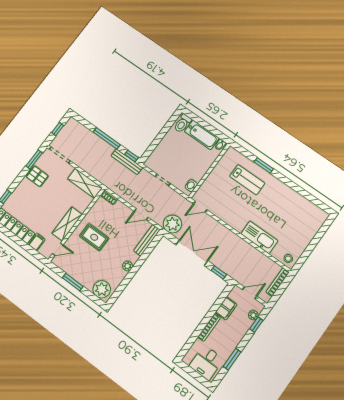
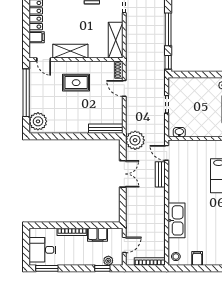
bench: (127, 162) -> (160, 174), moved, width x0.73
door: (141, 214) -> (124, 88), moved
rug: (94, 237) -> (76, 83), turned 90
filing cabinet: (302, 243) -> (197, 258), added
double door: (192, 253) -> (123, 174), width x0.73
plant: (128, 266) -> (73, 129), removed
window: (219, 272) -> (123, 208), removed
window: (73, 282) -> (26, 93), width x2.11
door: (250, 293) -> (124, 245), hinge flipped
window: (232, 359) -> (47, 268), moved

